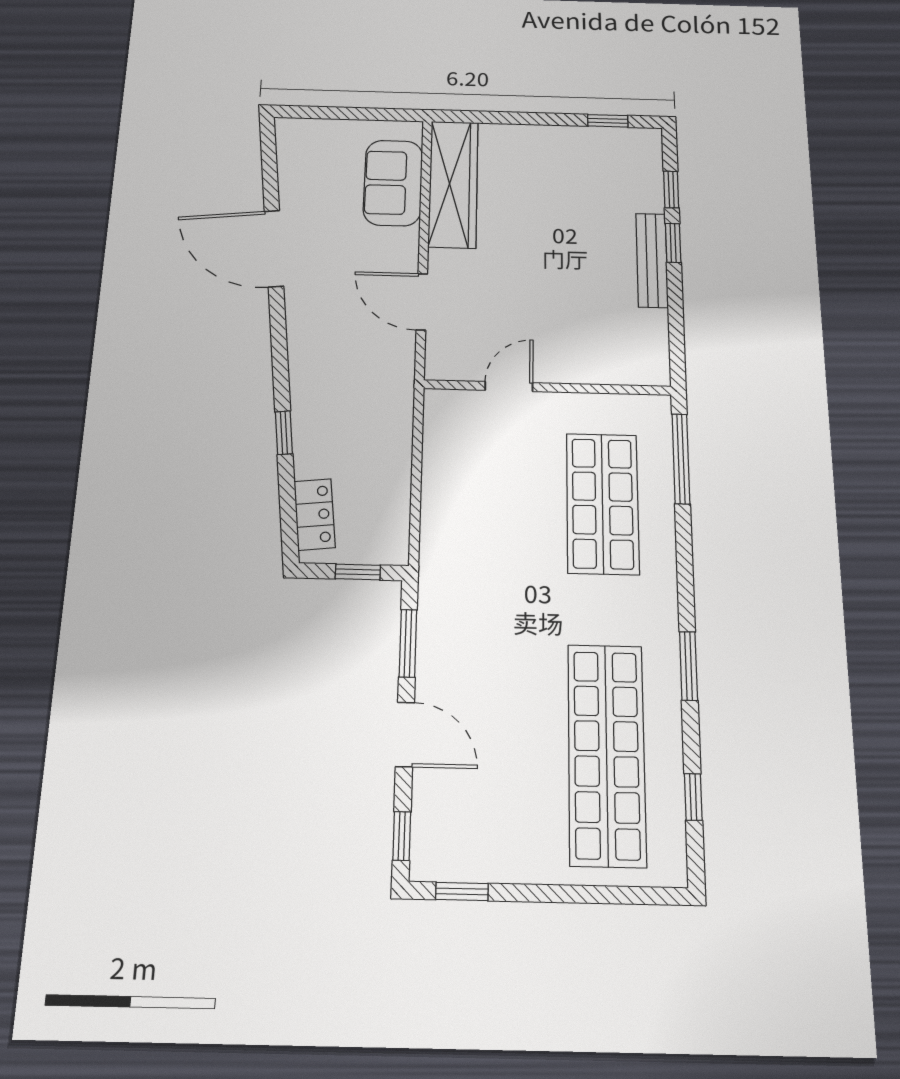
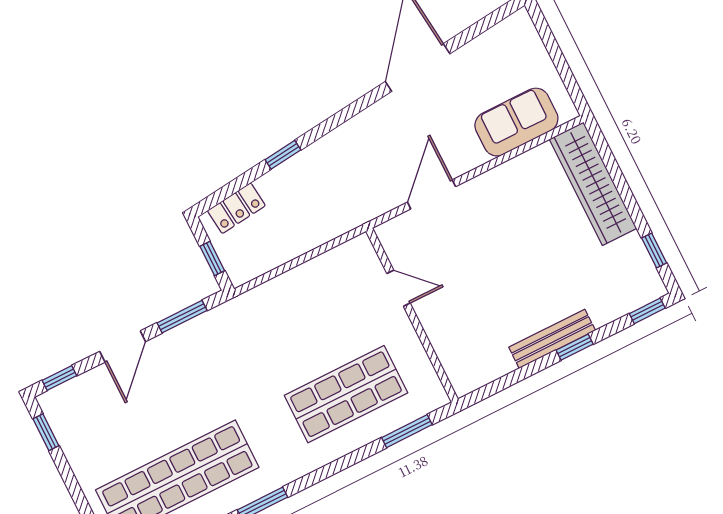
wardrobe: (453, 184) -> (593, 184), moved, turned 90
window: (671, 190) -> (647, 311), moved
window: (681, 459) -> (407, 431), width x0.69

